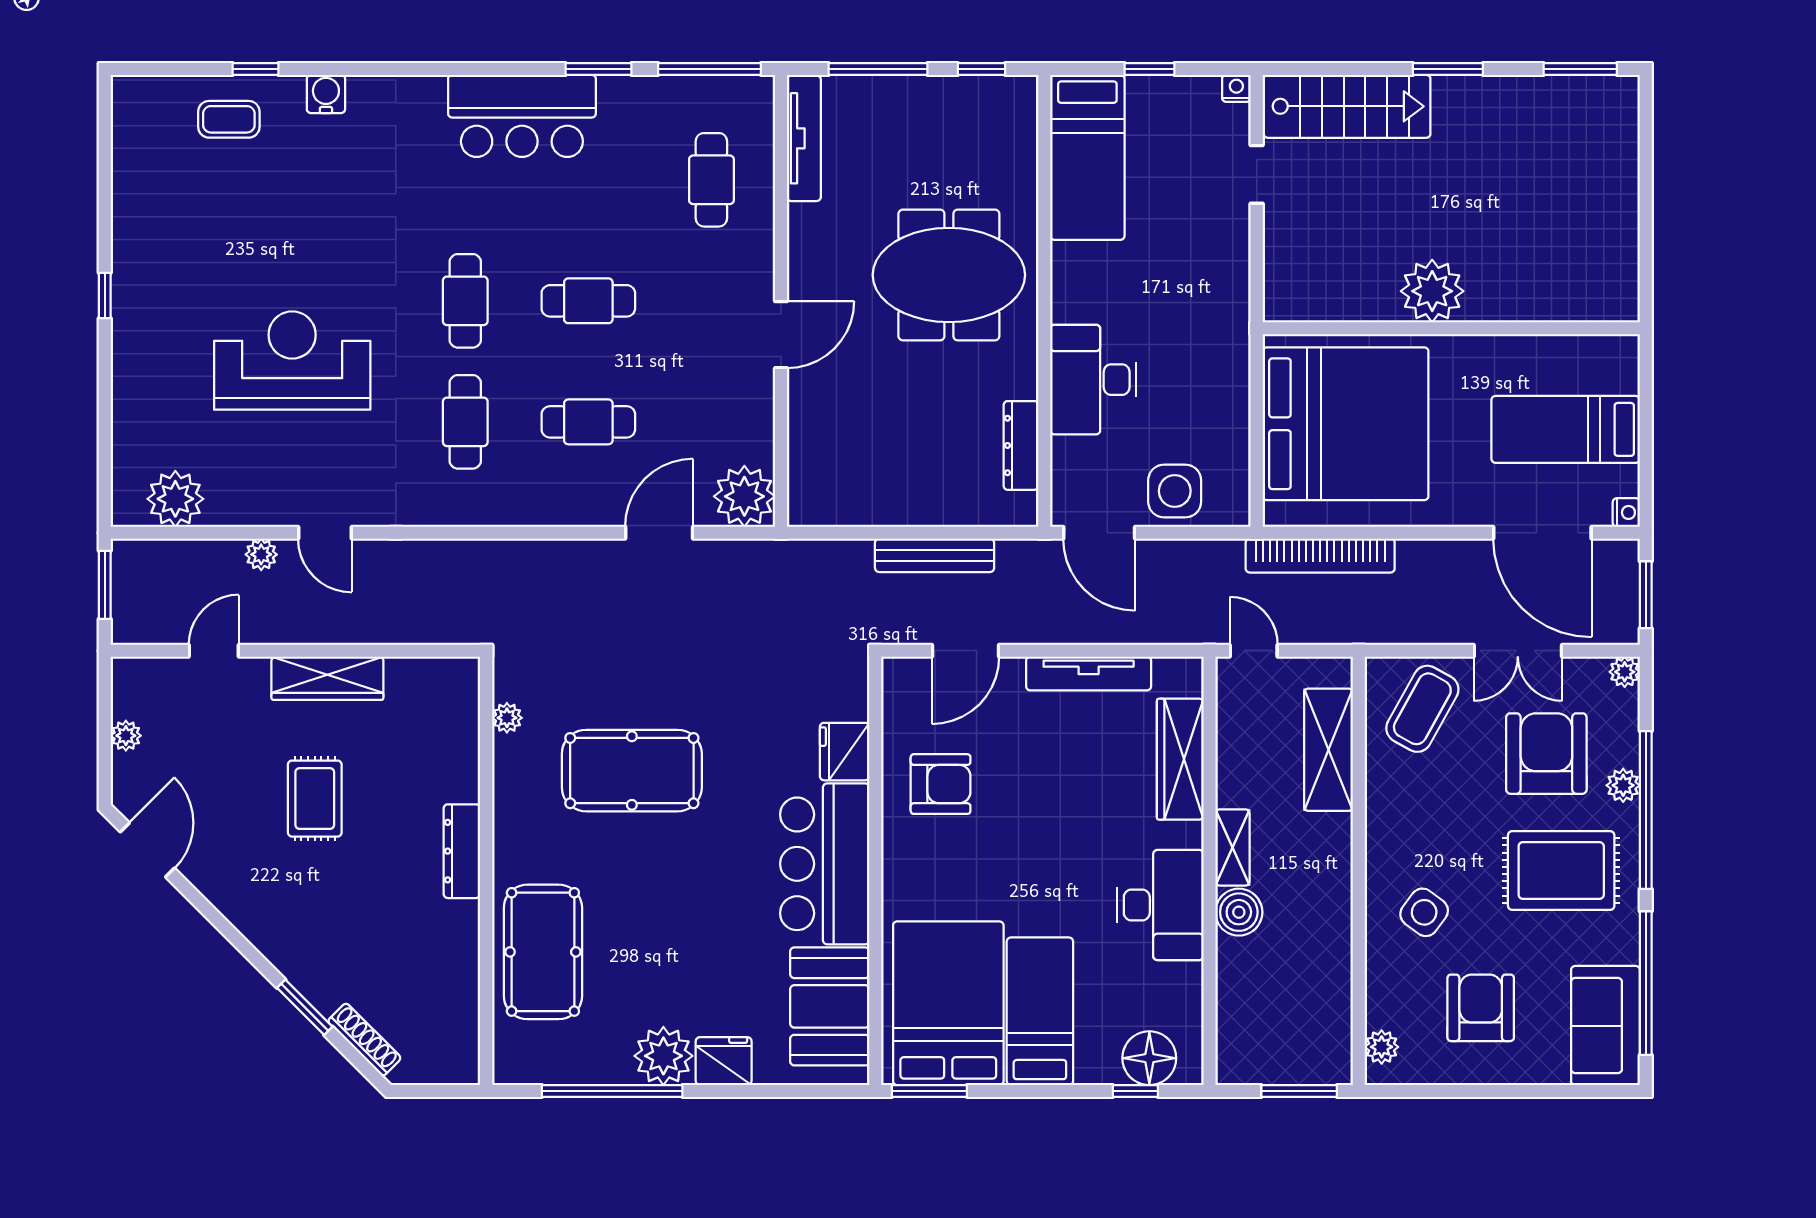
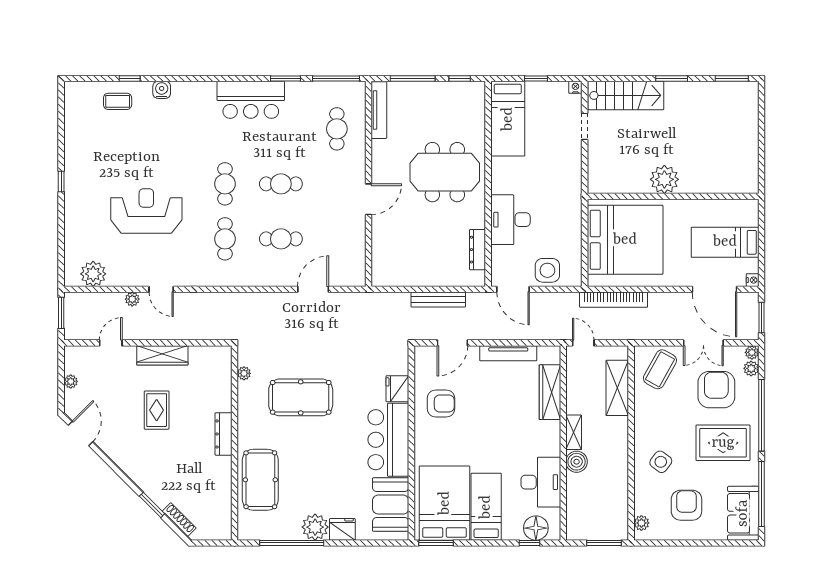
plant: (744, 496) -> (352, 273), removed
plant: (1623, 785) -> (751, 368), moved
desk: (1160, 905) -> (541, 482), moved

